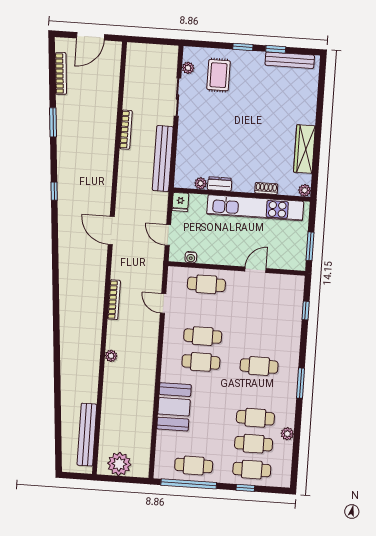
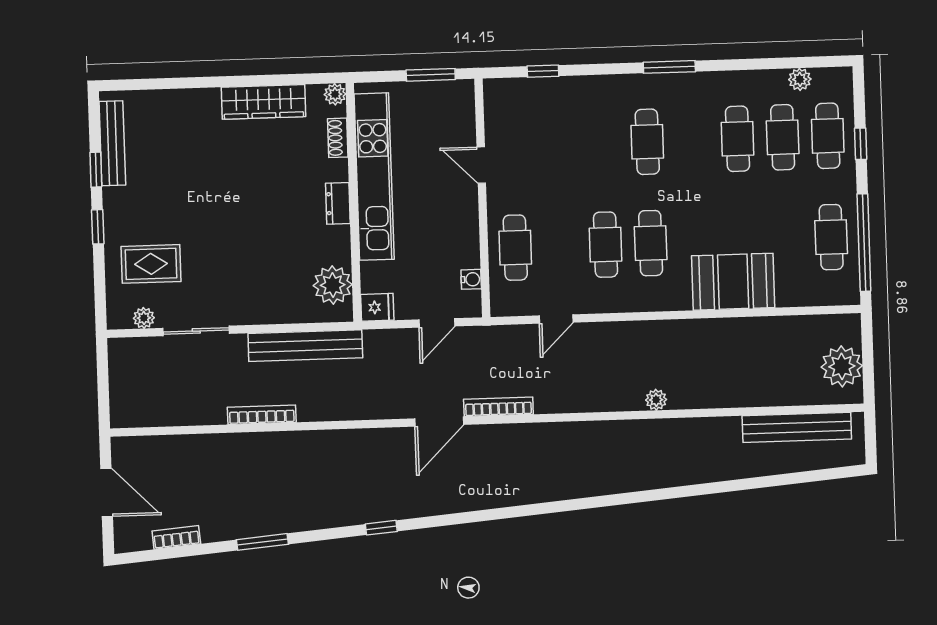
bookcase: (61, 73) -> (176, 537), width x0.64
plant: (201, 183) -> (333, 285), width x1.87, depth x1.87
dresser: (220, 184) -> (338, 203), moved
shoe rack: (266, 188) -> (338, 138), moved
bookcase: (114, 300) -> (498, 407), moved
plant: (287, 434) -> (800, 79), moved

